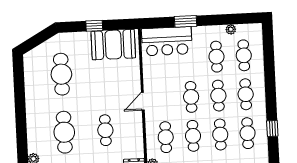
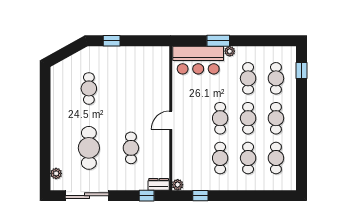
window: (94, 26) -> (112, 41), moved
plant: (231, 29) -> (230, 51), moved
booth: (113, 45) -> (143, 61), removed
cafe table: (61, 74) -> (89, 88), width x0.73, depth x0.74
window: (272, 129) -> (302, 70), moved
cafe table: (166, 137) -> (192, 158), removed

